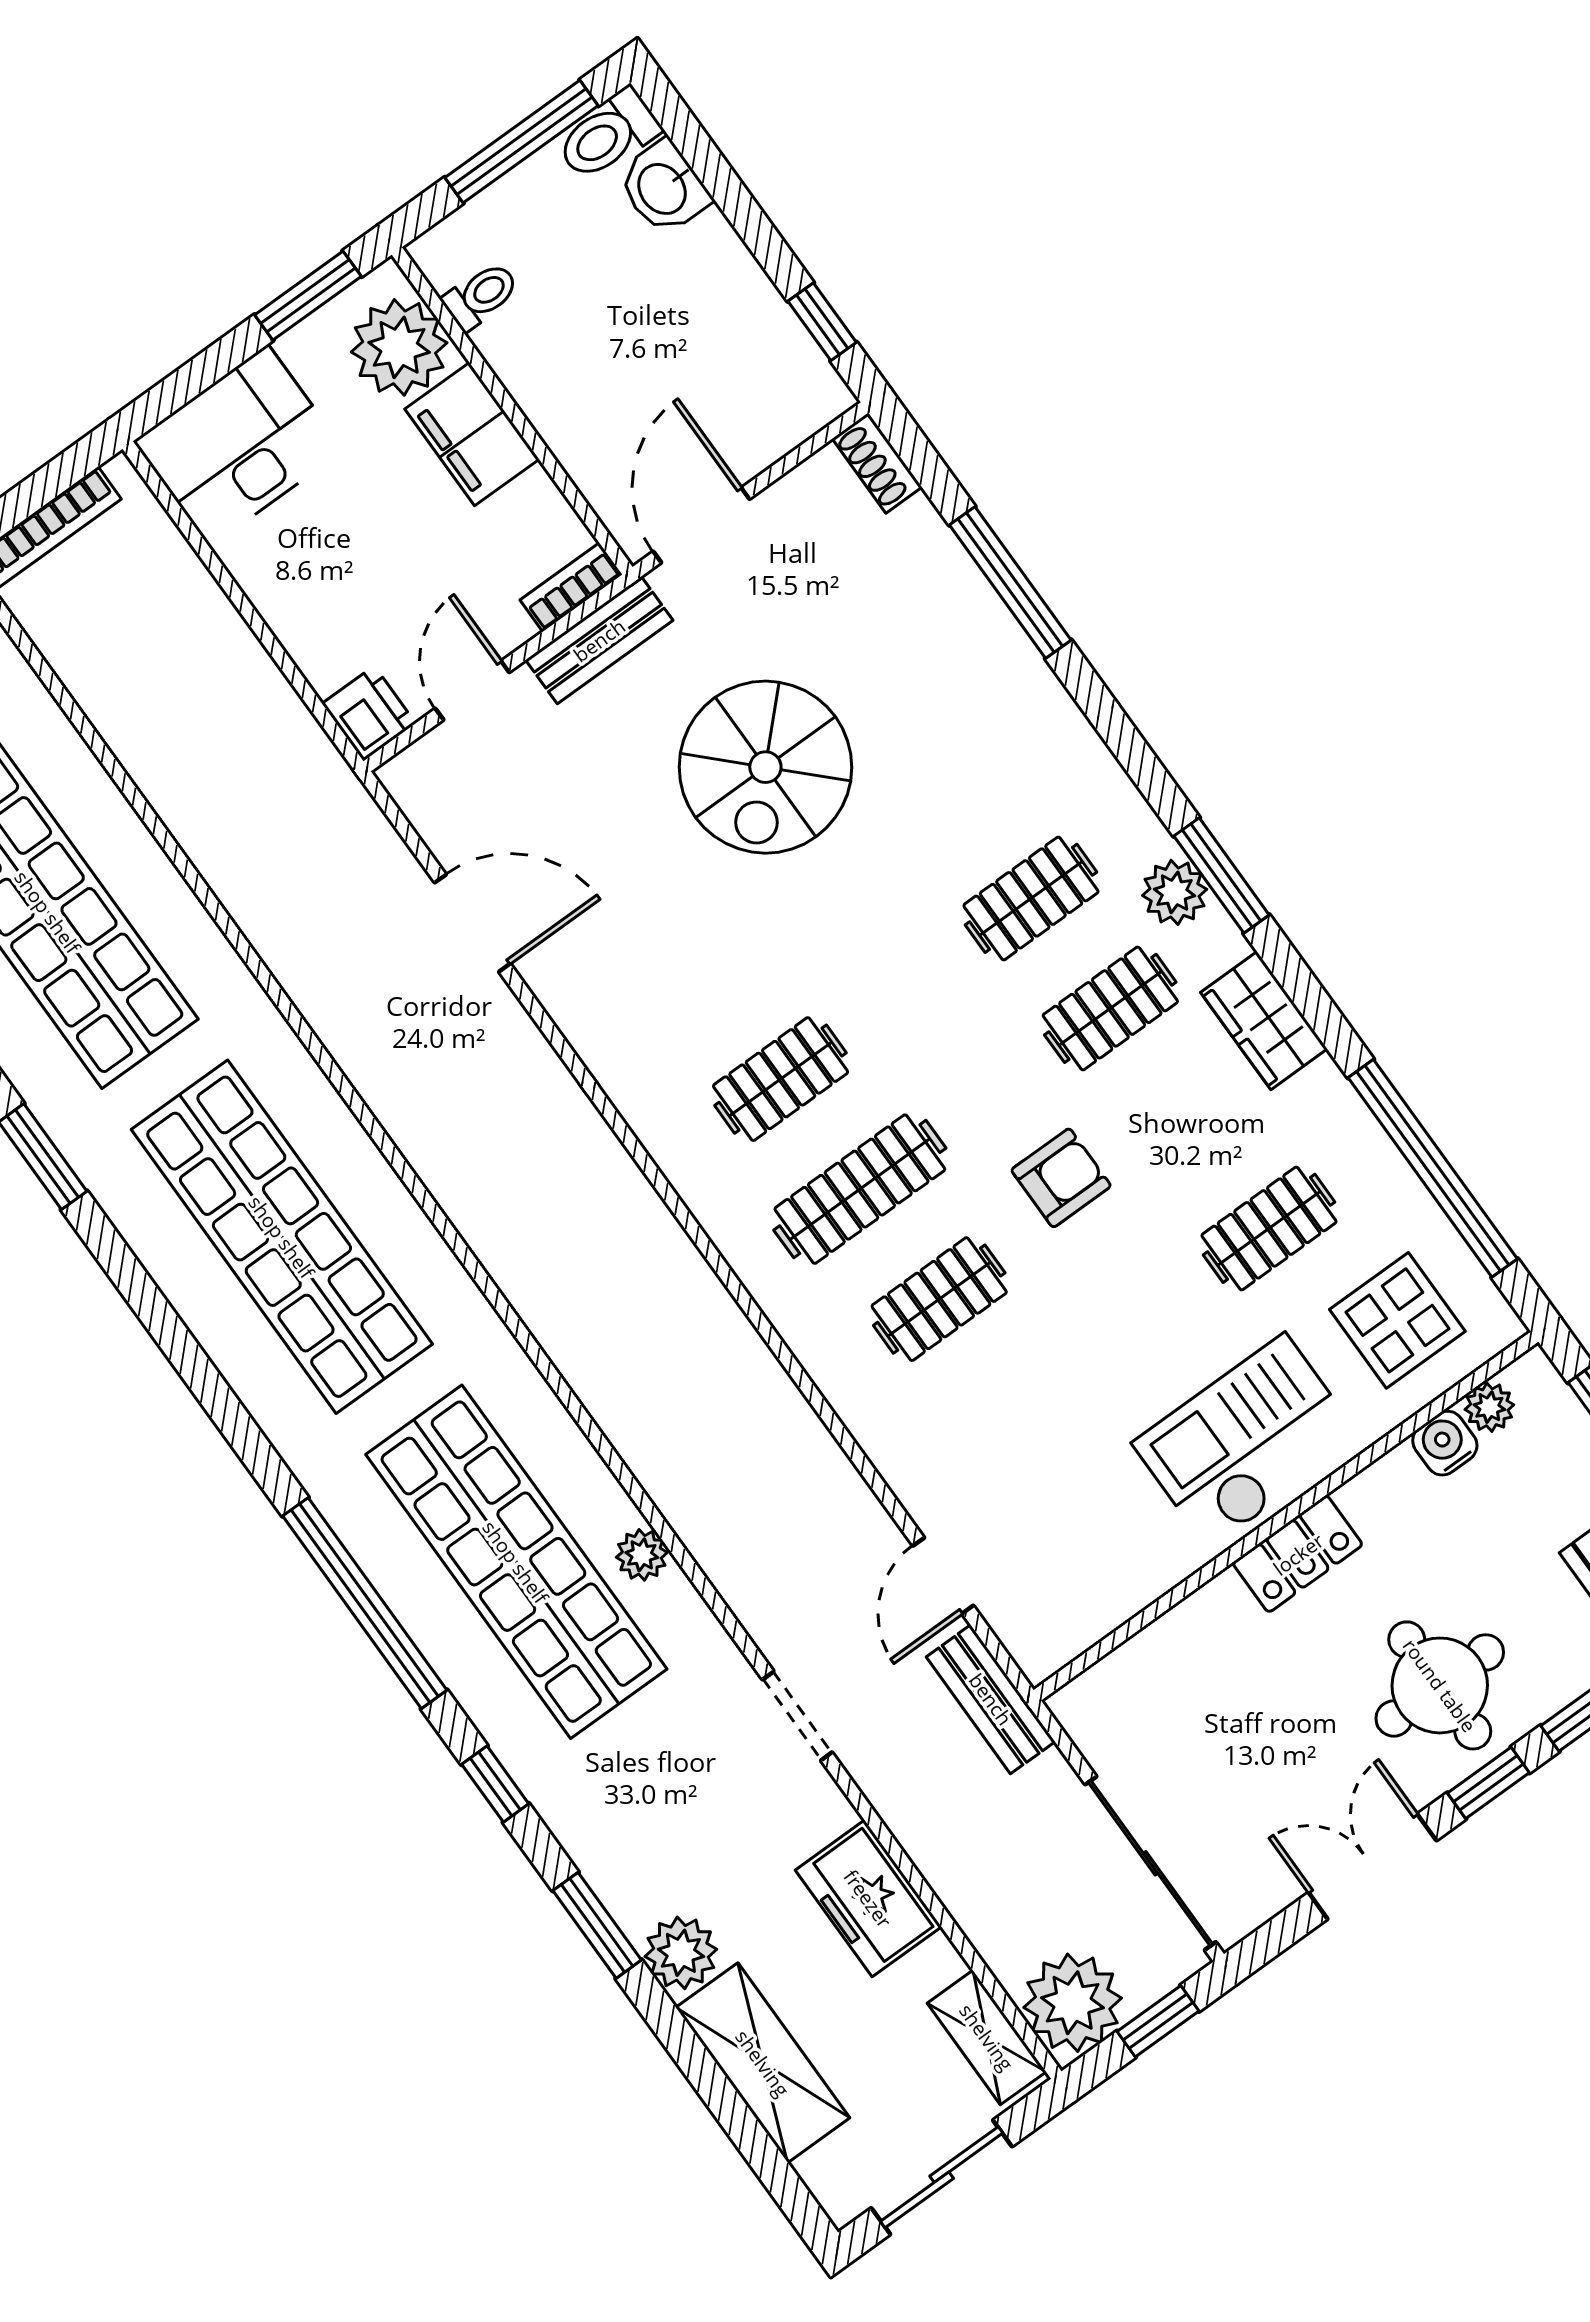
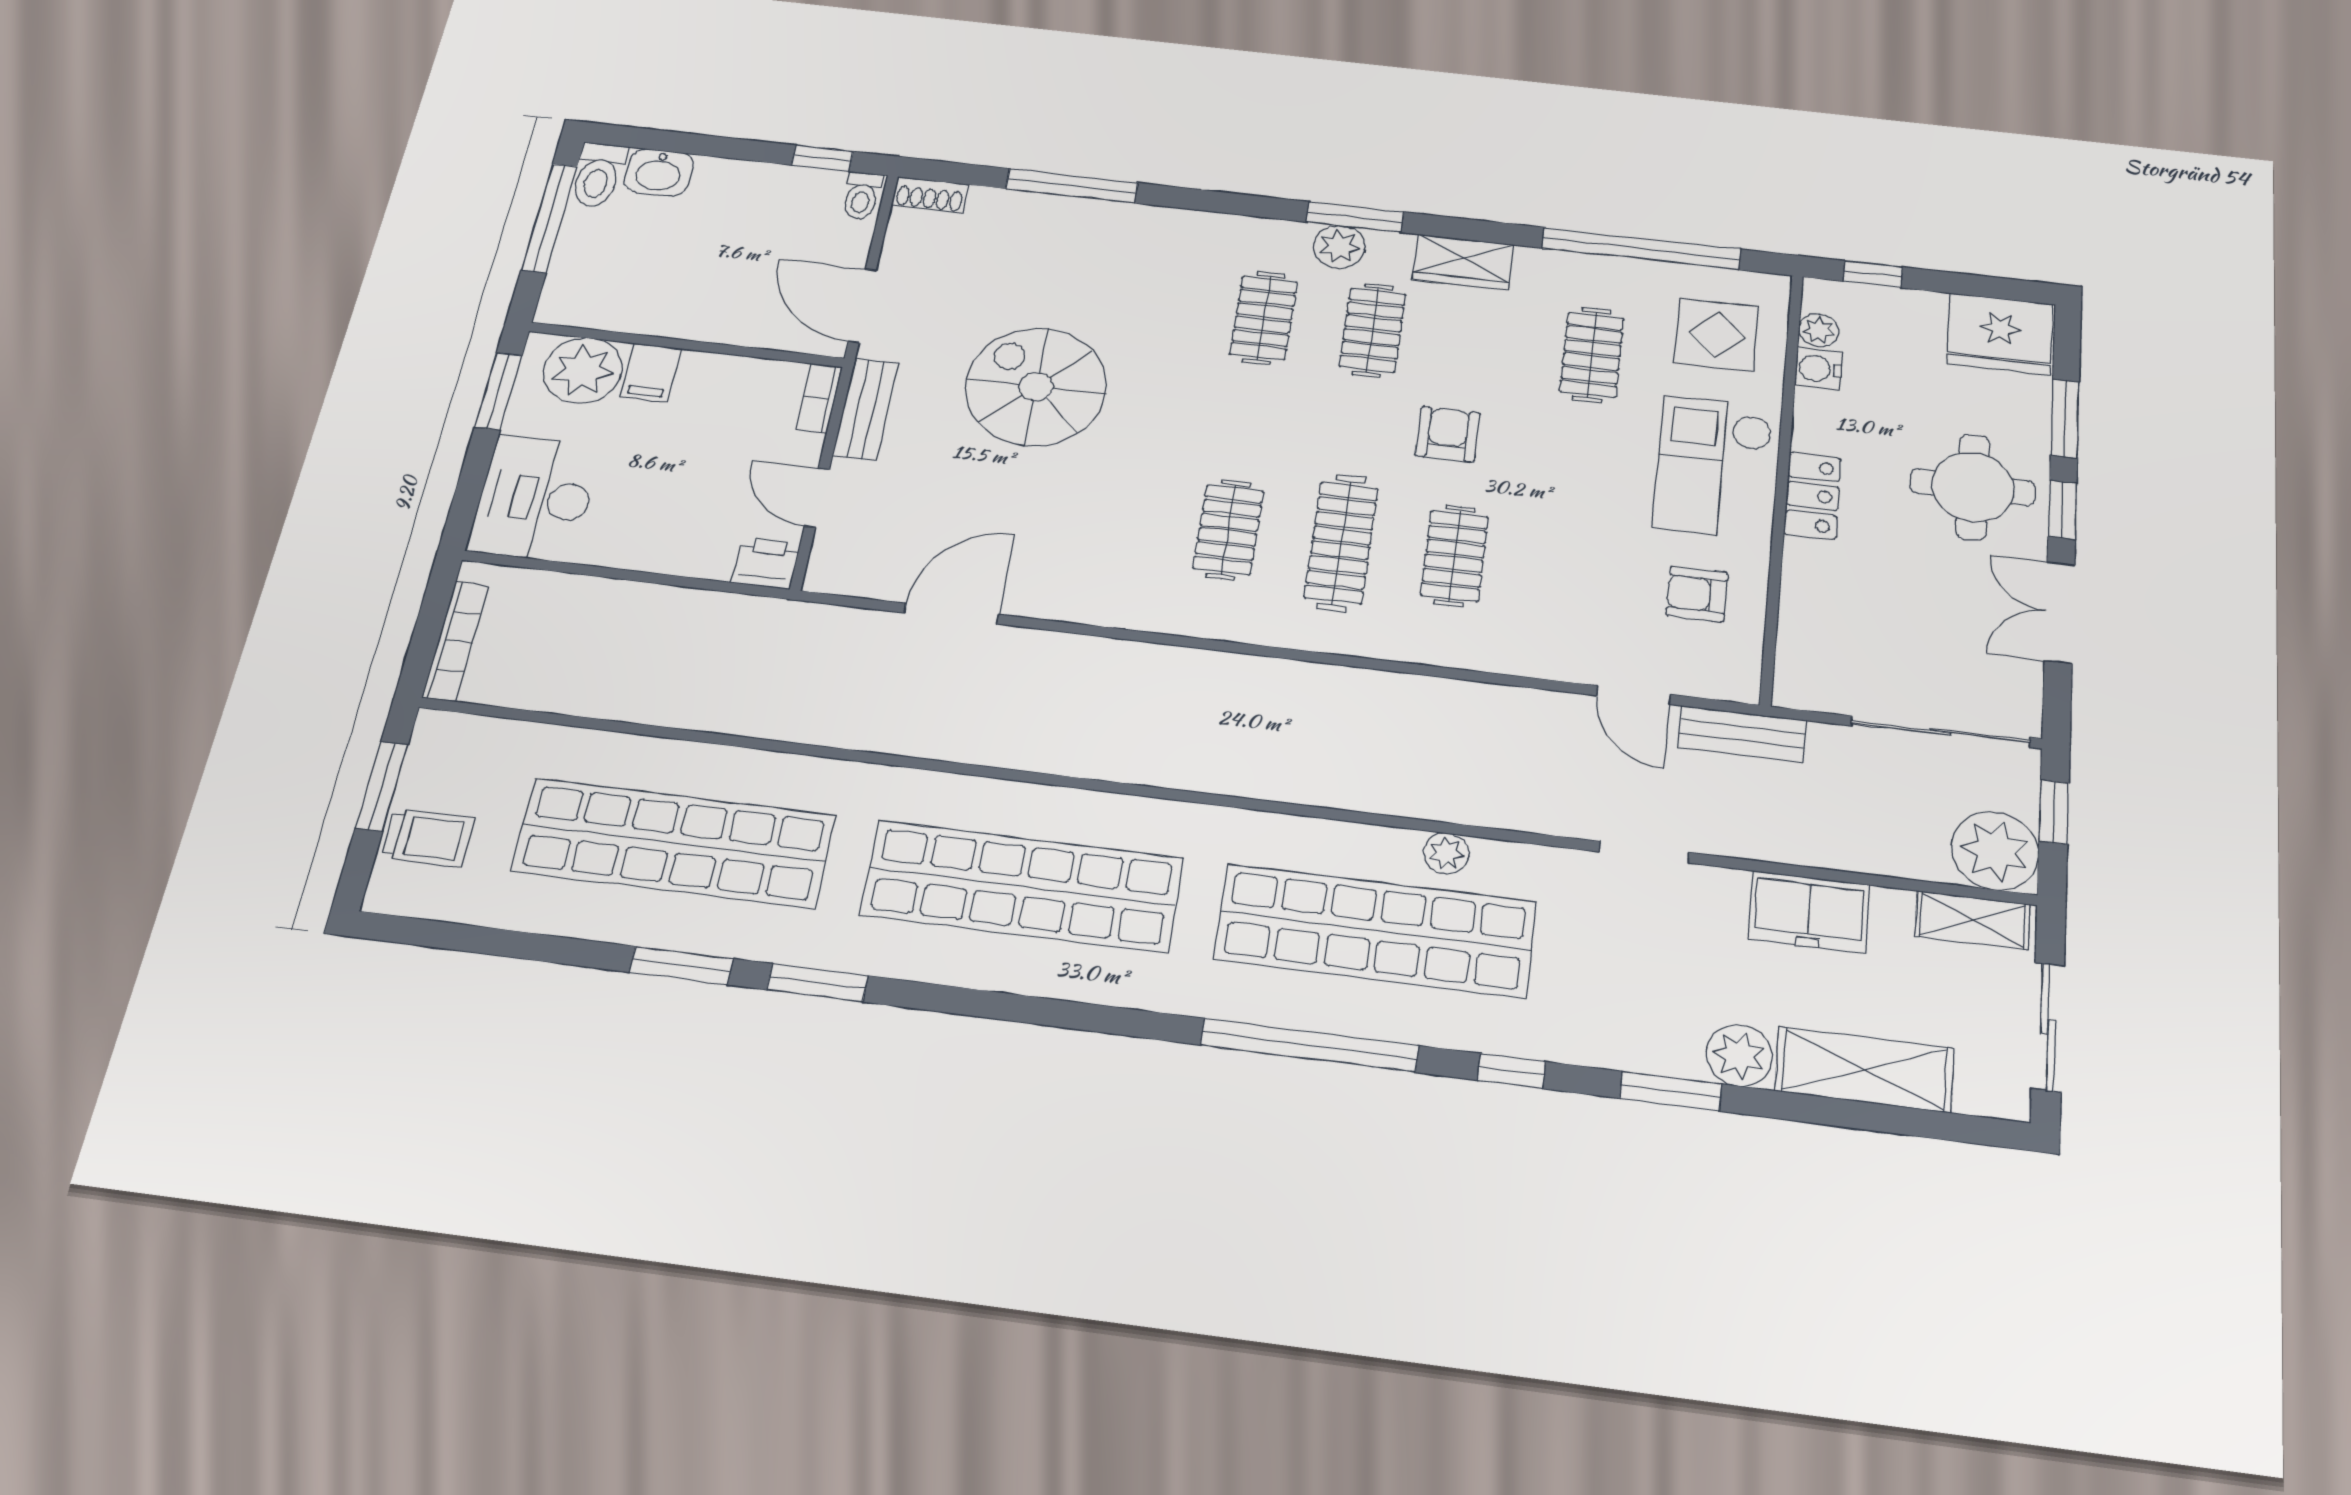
toilet: (481, 296) -> (862, 196), moved, turned 180
filing cabinet: (472, 434) -> (651, 372), width x0.50
spiral stairs: (765, 767) -> (1036, 387), turned 180
armchair: (1098, 1541) -> (1697, 594), added

